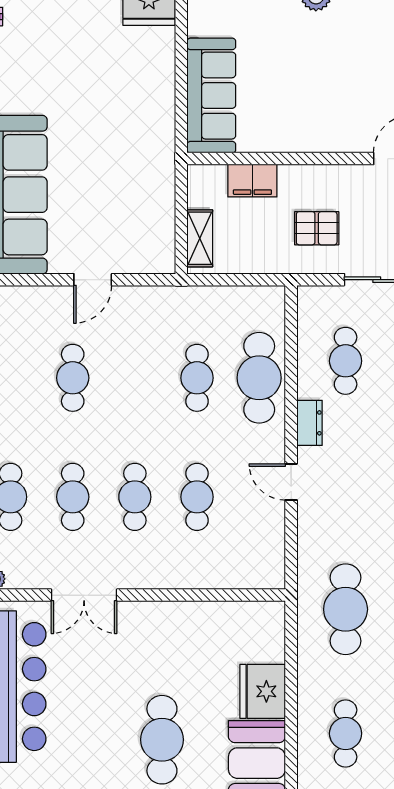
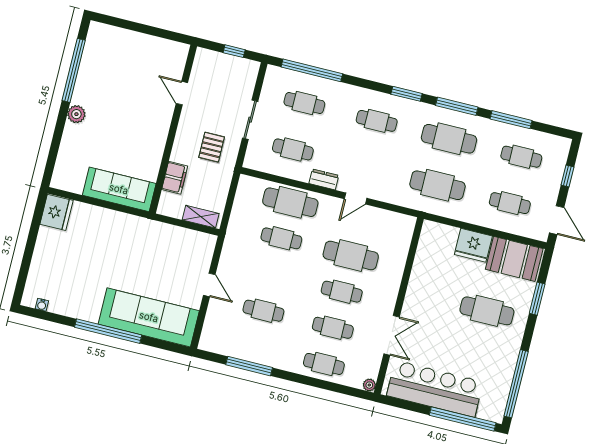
cafe table: (197, 497) -> (351, 255), width x1.37, depth x1.35

